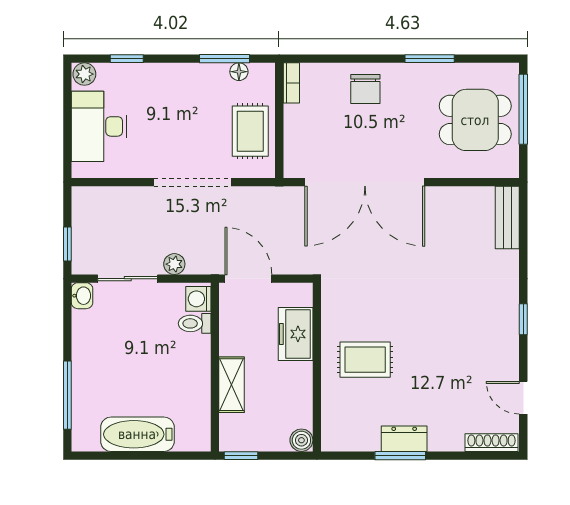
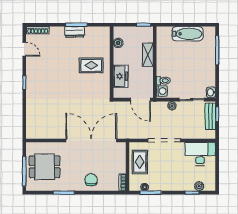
plant: (84, 74) -> (199, 186), moved
desk: (99, 126) -> (200, 154), moved, turned -90
bench: (507, 217) -> (210, 116), moved
boiler: (301, 440) -> (118, 43), moved

